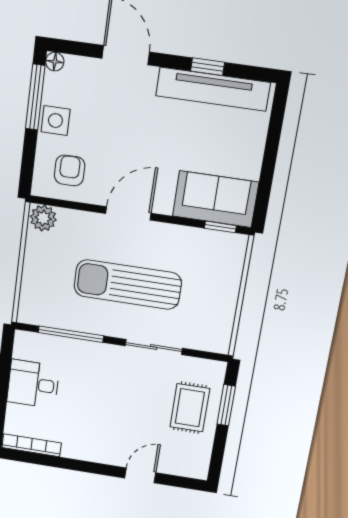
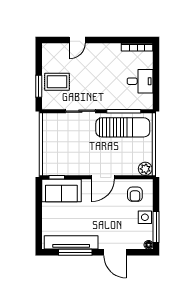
window: (208, 67) -> (75, 252), width x2.17
sun lounger: (128, 285) -> (123, 127), moved
rug: (190, 408) -> (57, 82), turned 90

